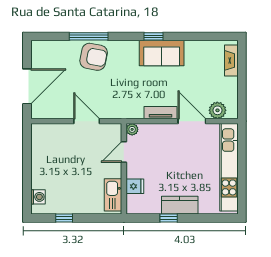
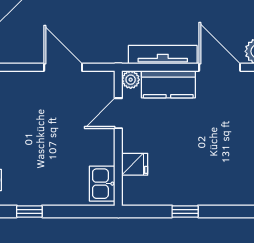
tv unit: (160, 113) -> (163, 55), width x1.41
kitchen sink: (113, 195) -> (102, 184), width x0.73
kitchen counter: (180, 205) -> (168, 84), moved, turned 180

